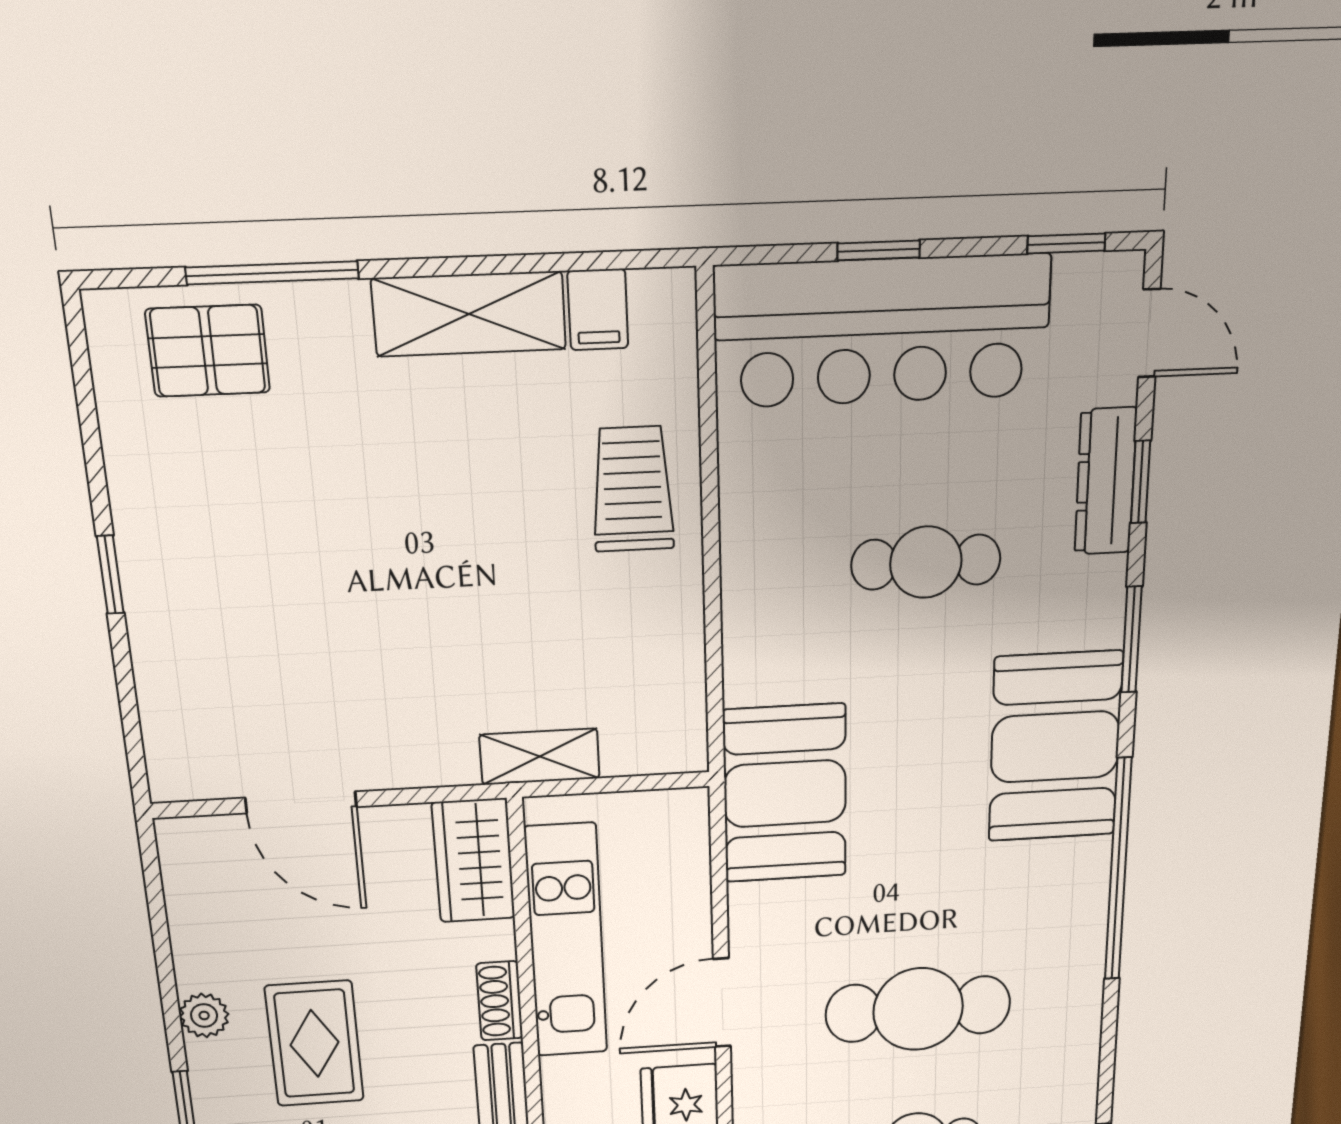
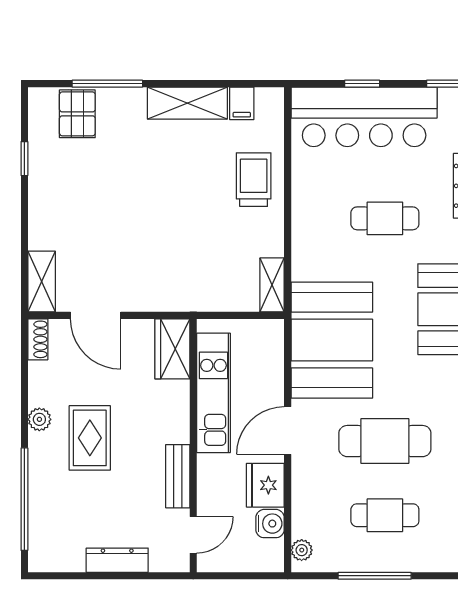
pallet: (208, 351) -> (77, 114), turned 90
window: (110, 575) -> (24, 159), moved
shelving: (172, 738) -> (42, 282), added
shelving: (540, 757) -> (272, 285), moved, turned 90
booth: (785, 794) -> (332, 340), width x1.36, depth x1.42
shoe rack: (500, 1001) -> (38, 339), moved, turned 180

